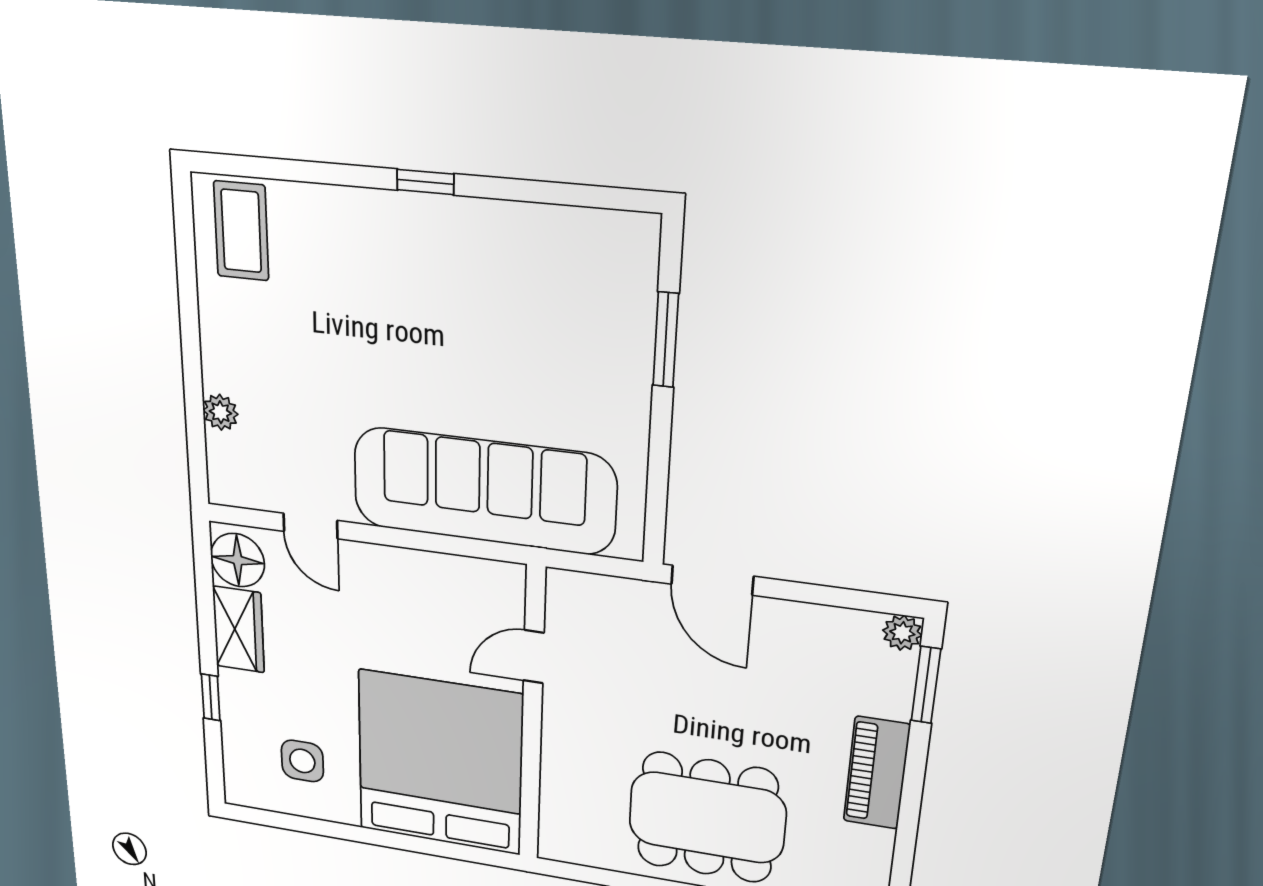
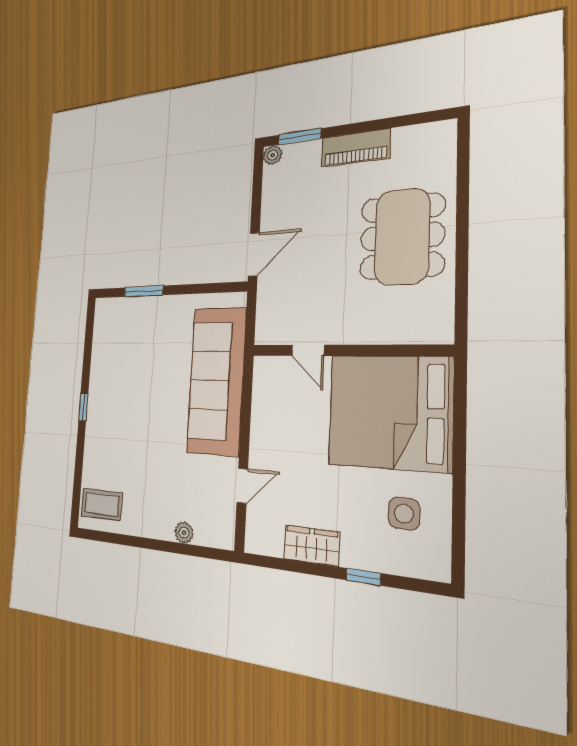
floor lamp: (238, 560) -> (266, 538), removed

